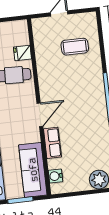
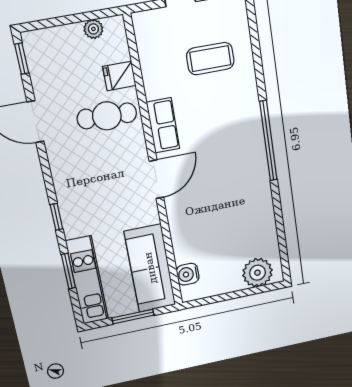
plant: (10, 26) -> (93, 29), added
row of seats: (52, 143) -> (163, 125), moved

